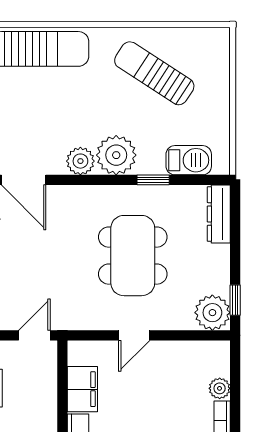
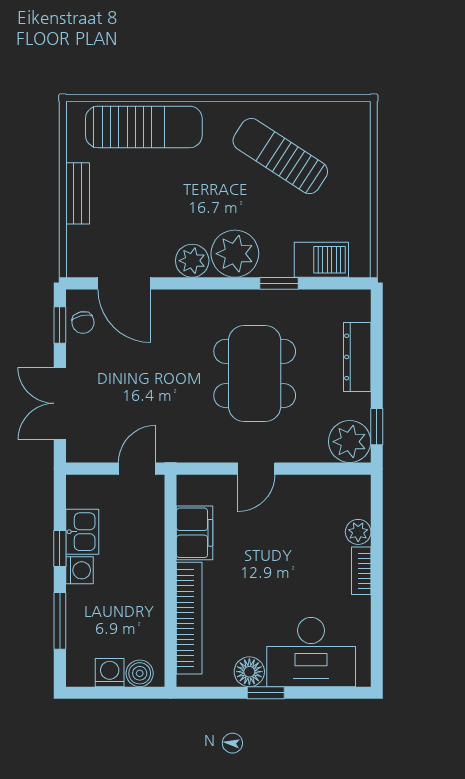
dresser: (219, 214) -> (357, 357), moved

